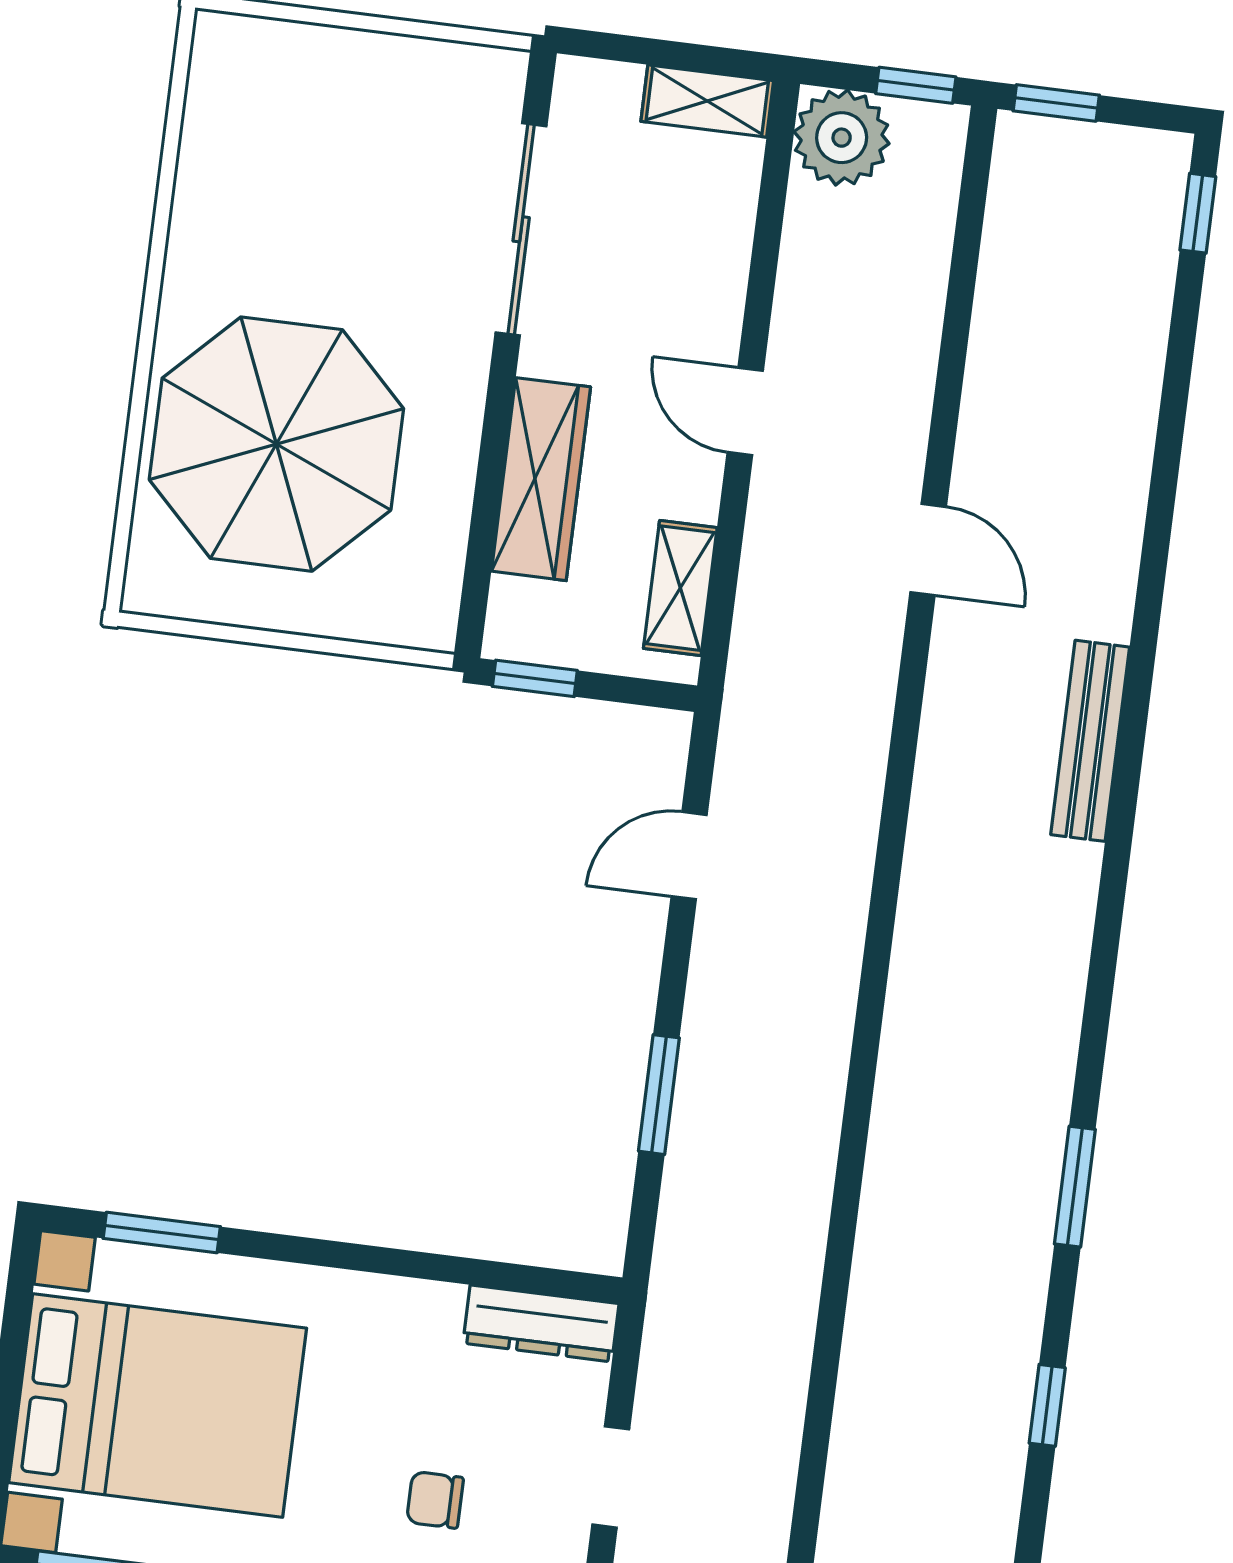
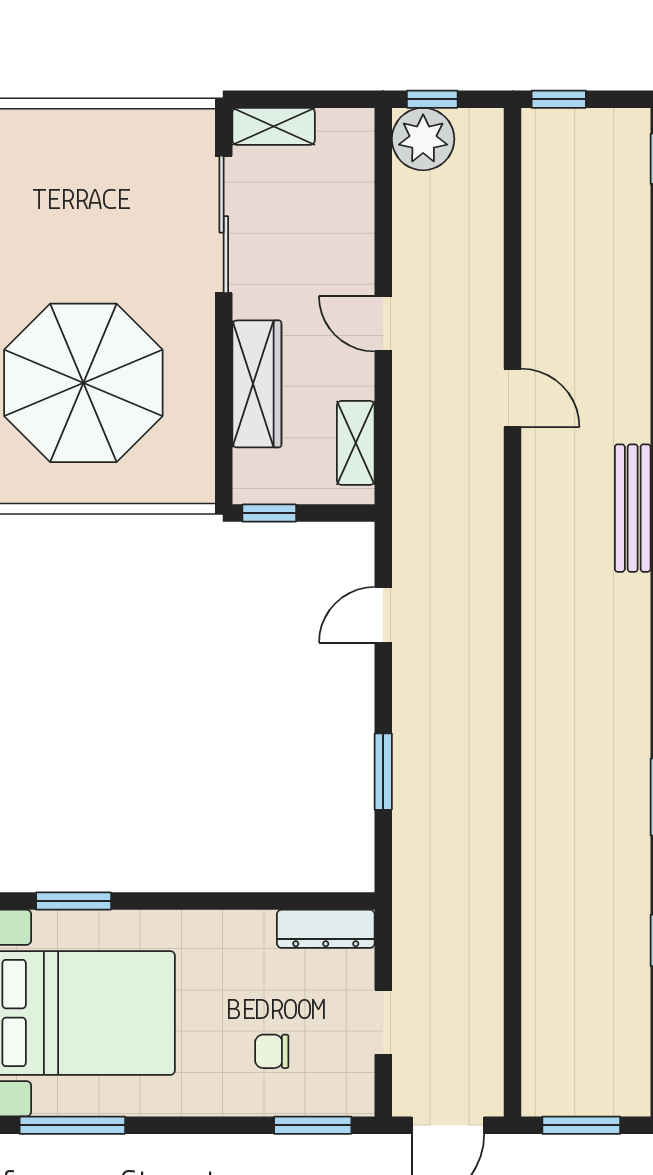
window: (916, 85) -> (432, 99), moved
shelving: (707, 101) -> (274, 126), moved

